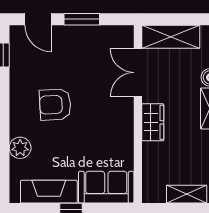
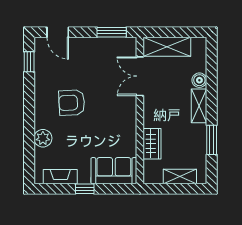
window: (82, 19) -> (112, 32), moved
wardrobe: (153, 122) -> (152, 144), moved
fireplace: (49, 192) -> (60, 177), width x0.73, depth x0.76

